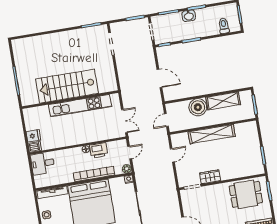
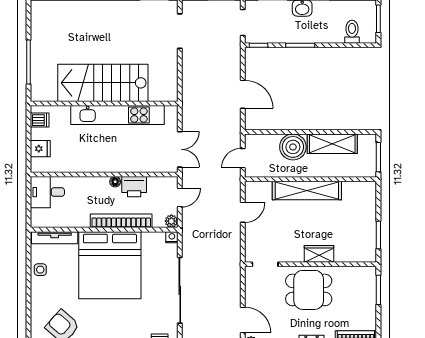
dishwasher: (35, 147) -> (40, 120), moved
wardrobe: (210, 177) -> (319, 254), moved
dining table: (246, 194) -> (309, 290), moved

